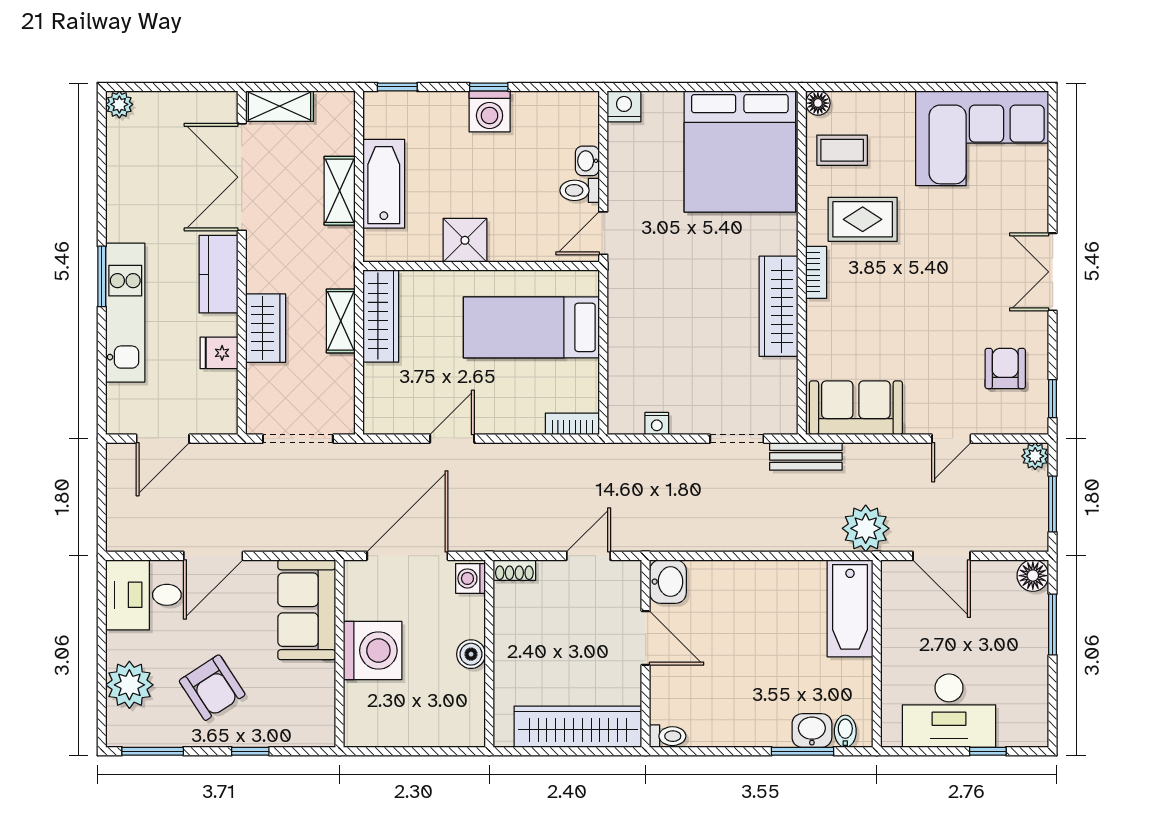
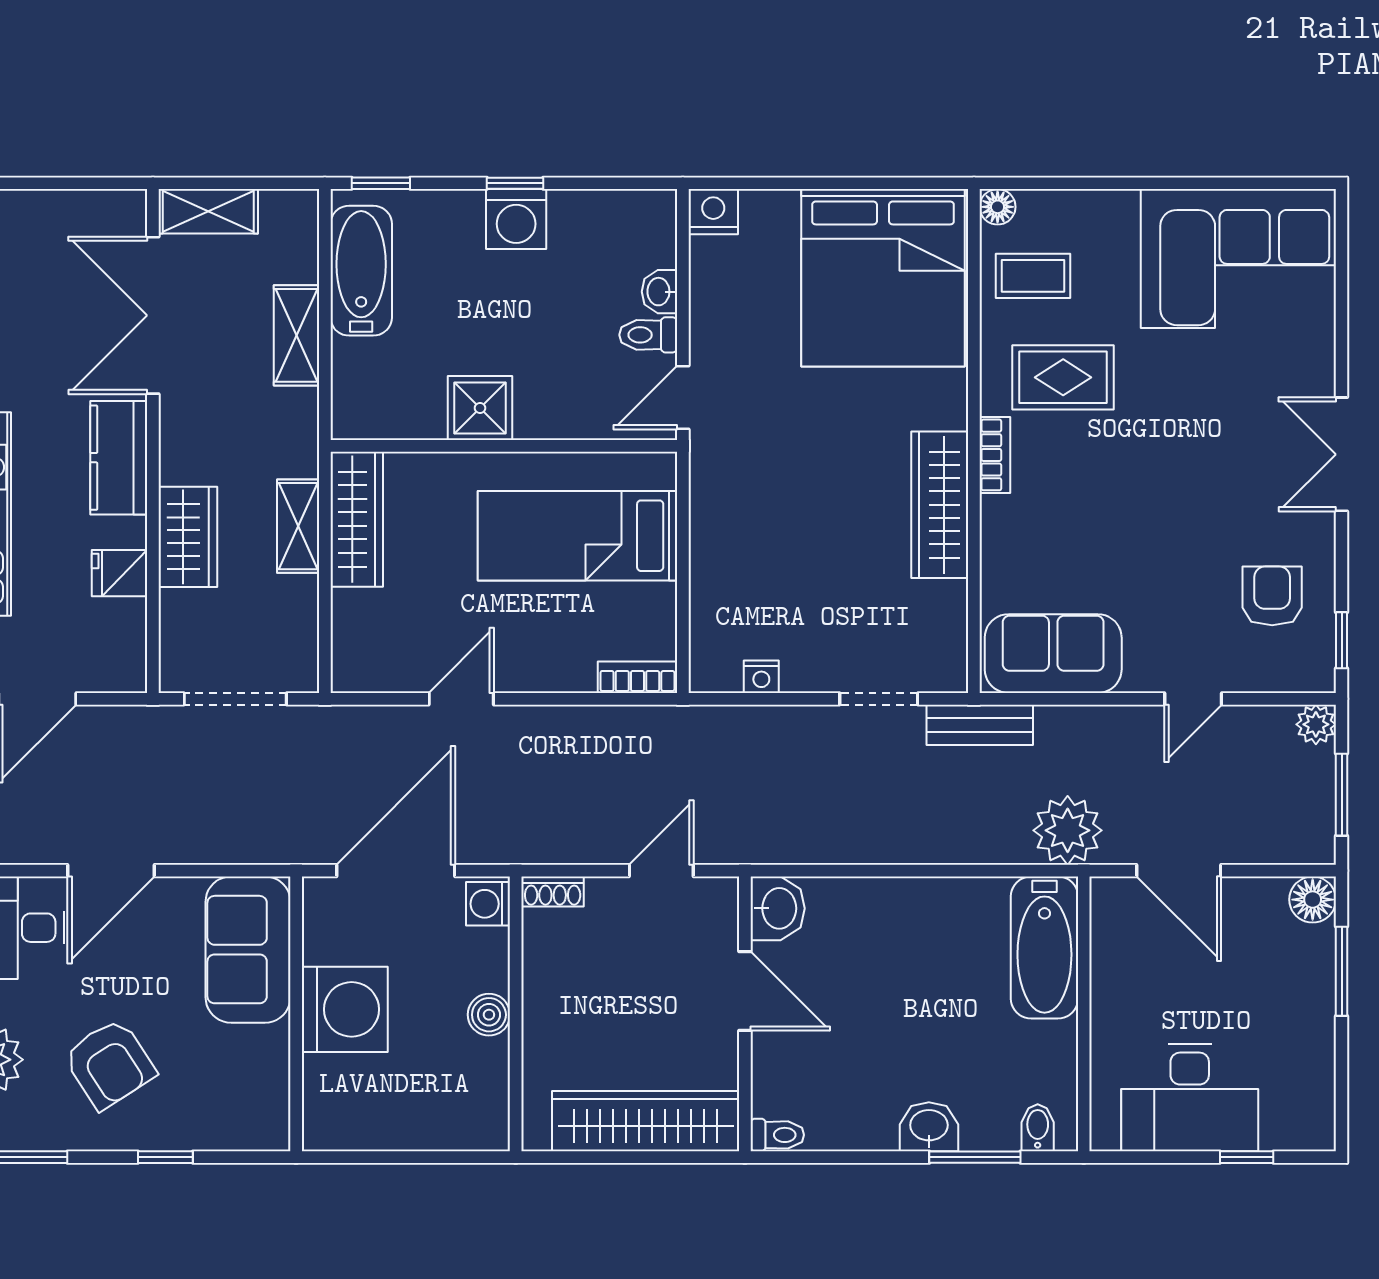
bathtub: (384, 184) -> (361, 271), moved
washbasin: (812, 731) -> (929, 1127), moved

